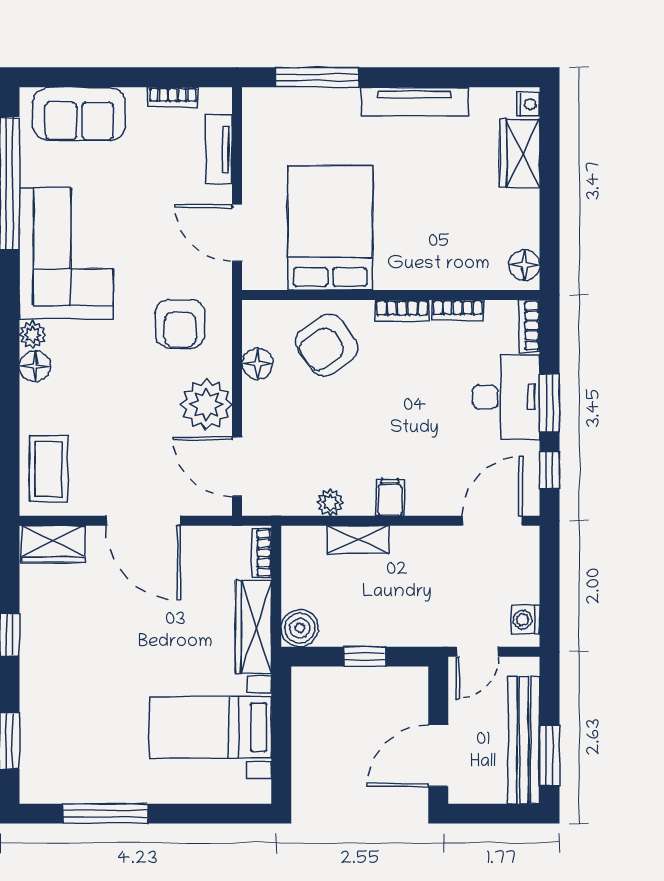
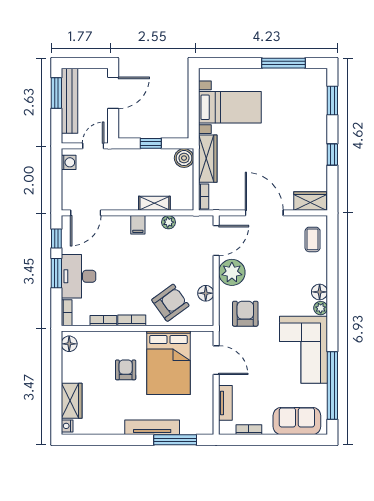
tv unit: (415, 102) -> (152, 427), moved
armchair: (414, 214) -> (126, 370), added
door: (237, 467) -> (216, 241), hinge flipped
coffee table: (49, 469) -> (313, 239), width x0.73, depth x0.77

